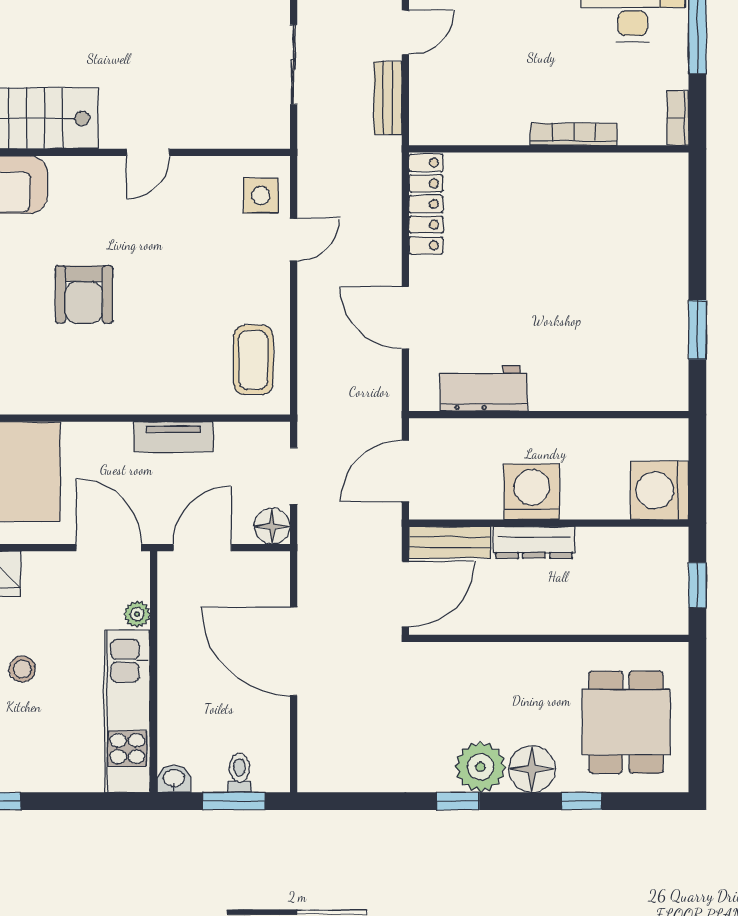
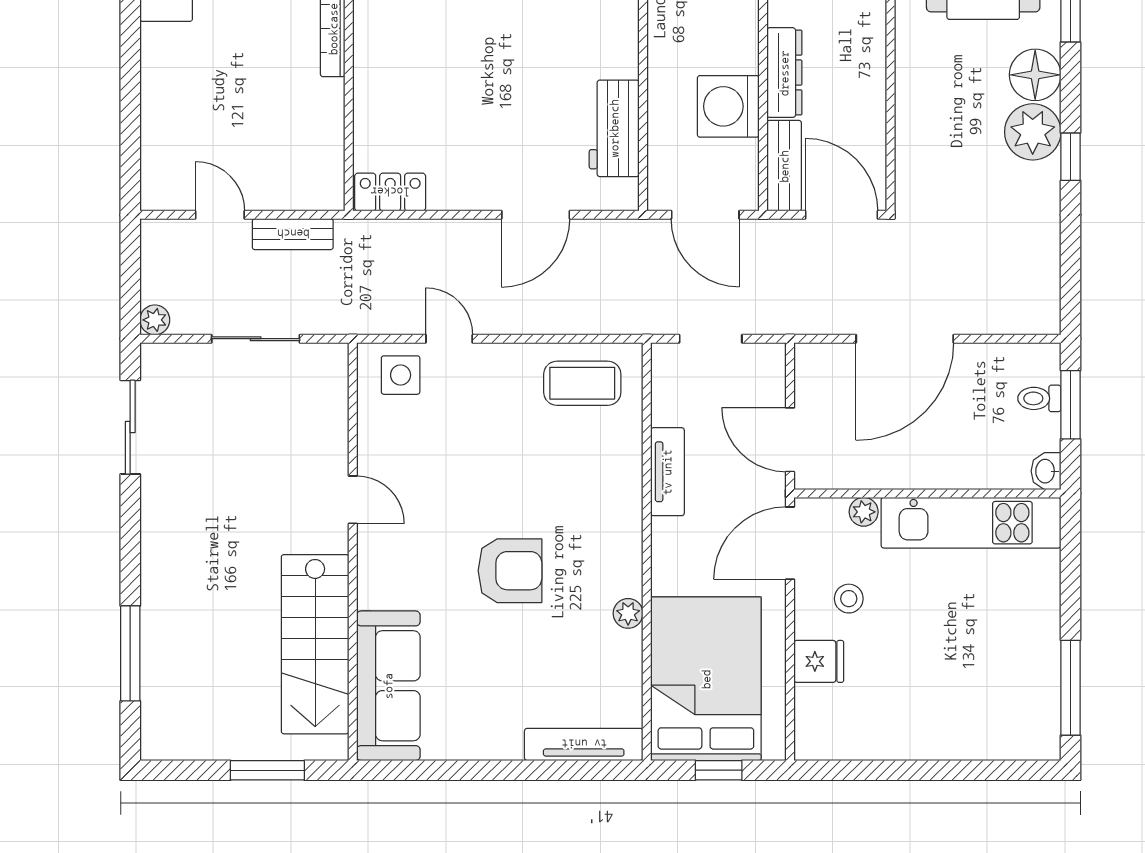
locker: (426, 204) -> (390, 192), width x0.66
plant: (45, 401) -> (628, 613), added
washing machine: (532, 492) -> (728, 106), moved
floor lamp: (272, 526) -> (766, 362), removed
stool: (22, 669) -> (849, 599), moved

